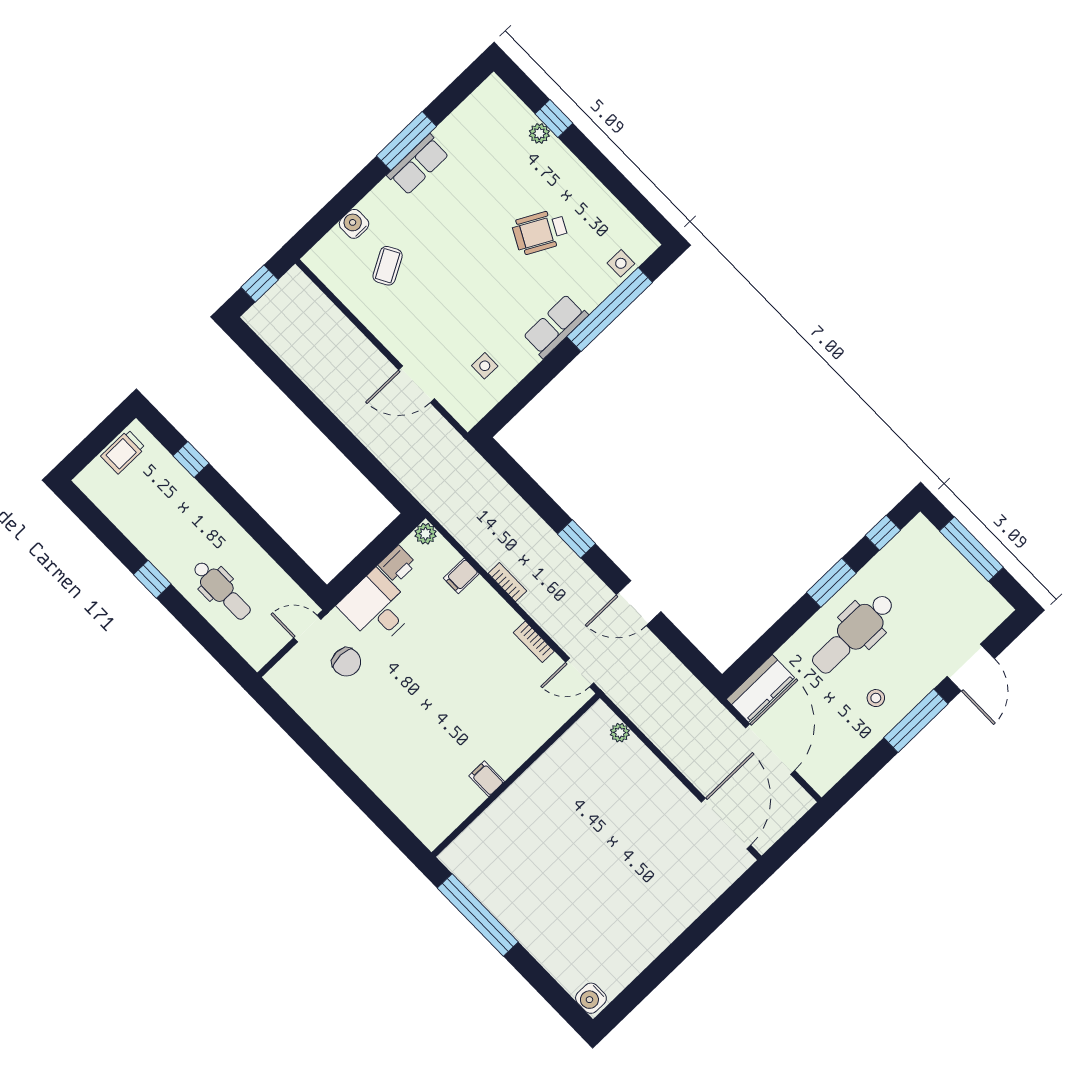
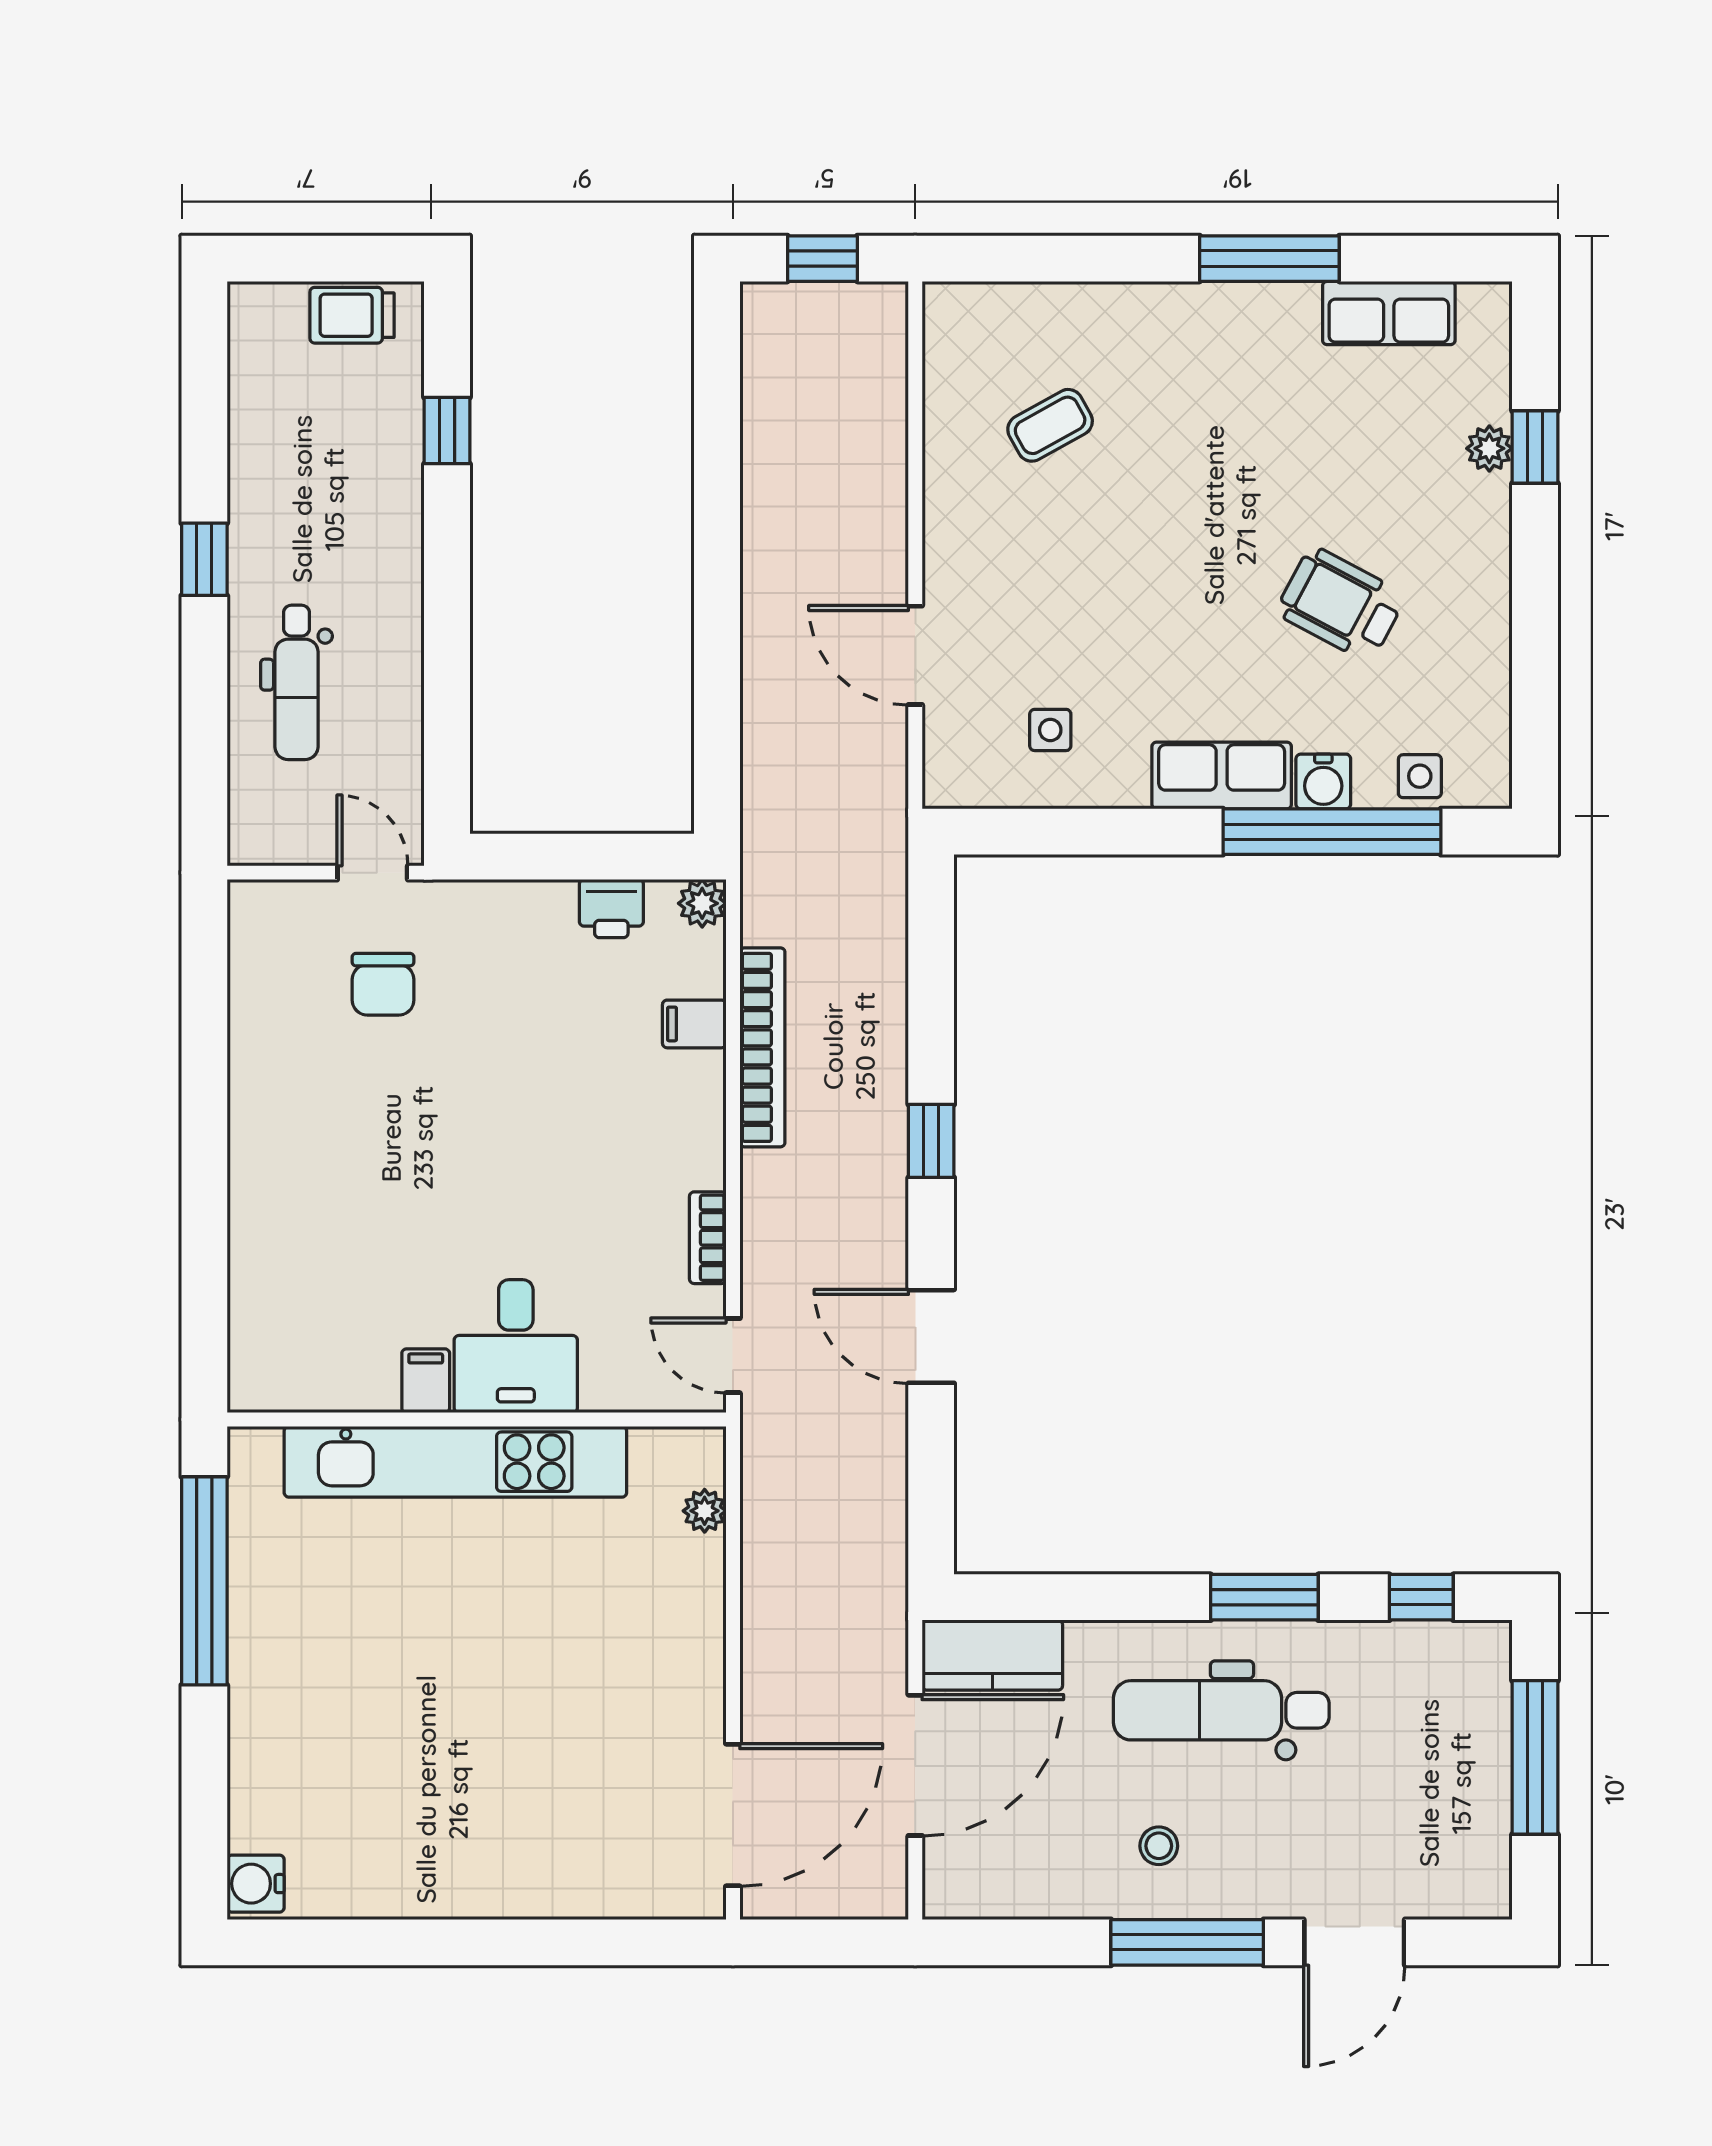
row of seats: (418, 165) -> (1389, 313), moved
water cooler: (354, 224) -> (1323, 781), moved, turned 180
bookcase: (507, 582) -> (762, 1047), width x2.31, depth x1.31
desk: (377, 608) -> (516, 1346), moved, turned 180
kitchen unit: (522, 796) -> (455, 1462), added

